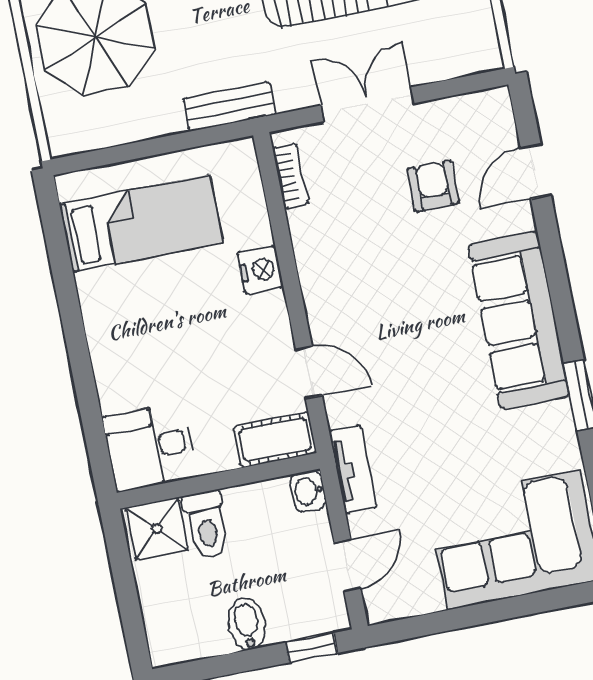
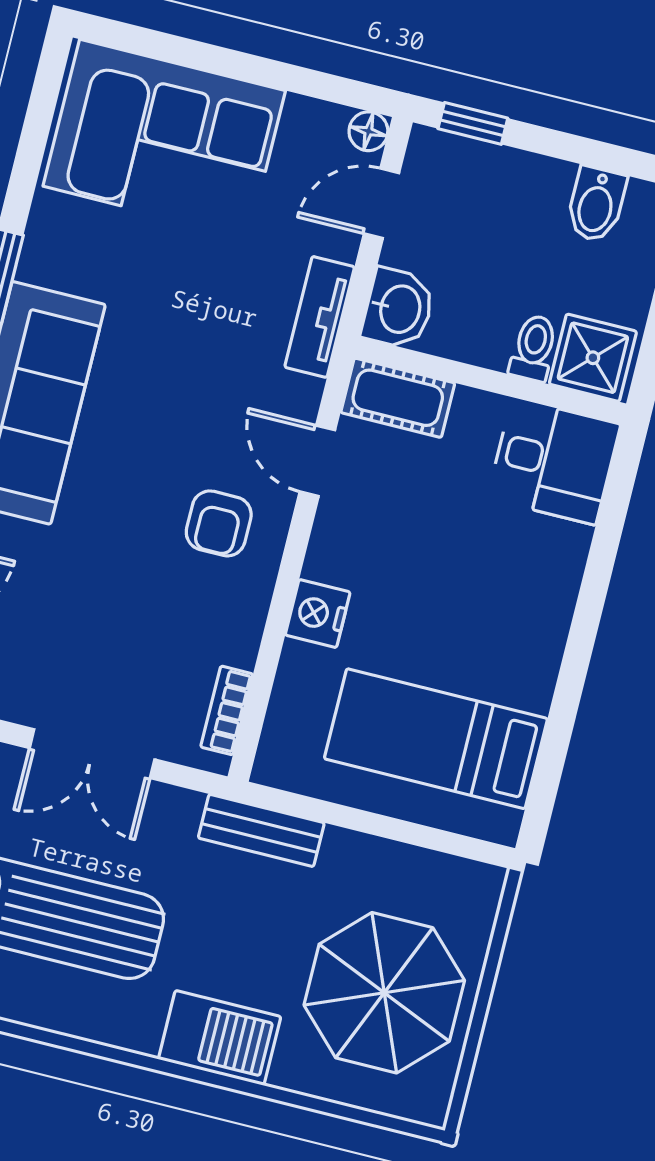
armchair: (433, 186) -> (219, 523), moved
washbasin: (308, 491) -> (398, 309), width x1.38, depth x1.45
toilet: (207, 524) -> (534, 348), width x0.73, depth x0.72
floor lamp: (379, 609) -> (368, 131), added
bidet: (247, 624) -> (596, 204), moved

